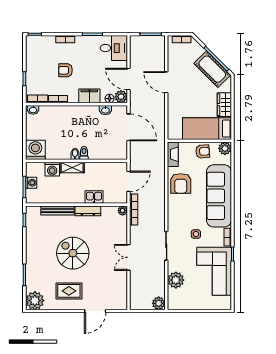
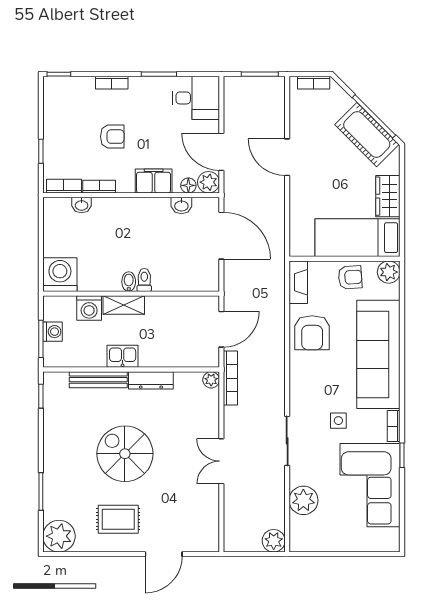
armchair: (66, 70) -> (112, 137), turned 180
washbasin: (33, 110) -> (82, 205), moved
kitchen sink: (94, 197) -> (123, 356), moved

